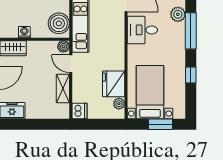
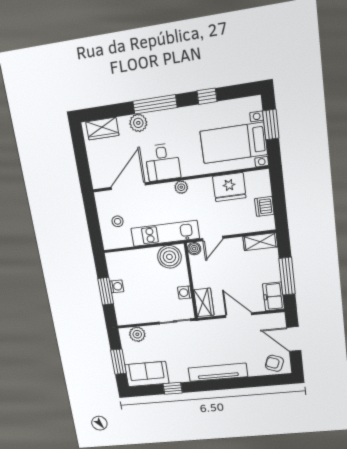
shelving: (63, 89) -> (260, 242), moved
plant: (119, 104) -> (181, 187), moved
dishwasher: (79, 111) -> (264, 206), moved, turned -90
window: (29, 124) -> (287, 276), added

